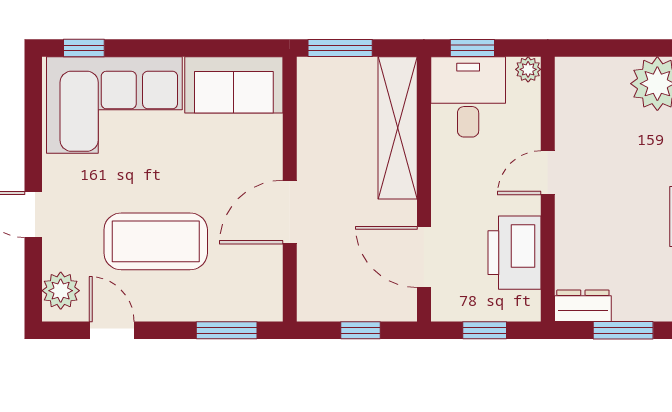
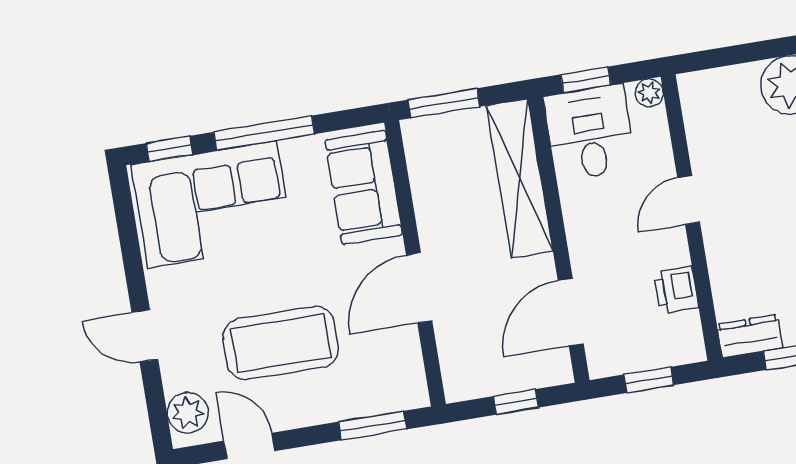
window: (172, 48) -> (264, 133), added
sofa: (234, 85) -> (364, 187), moved, turned 90
printer: (514, 253) -> (676, 290), width x0.53, depth x0.68
door: (424, 257) -> (571, 312), hinge flipped

